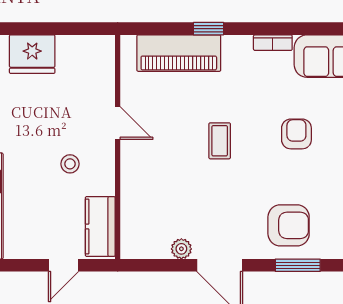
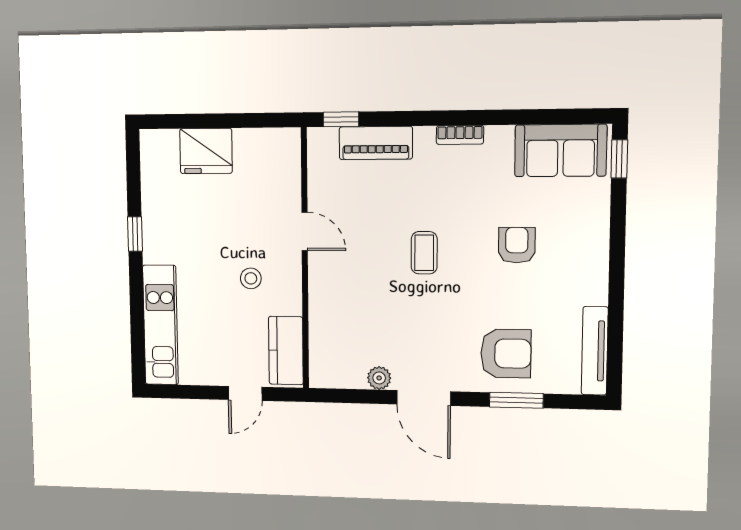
window: (209, 29) -> (341, 119), moved
bookcase: (273, 43) -> (460, 135), moved
piano: (179, 53) -> (376, 143), width x0.73, depth x0.75

